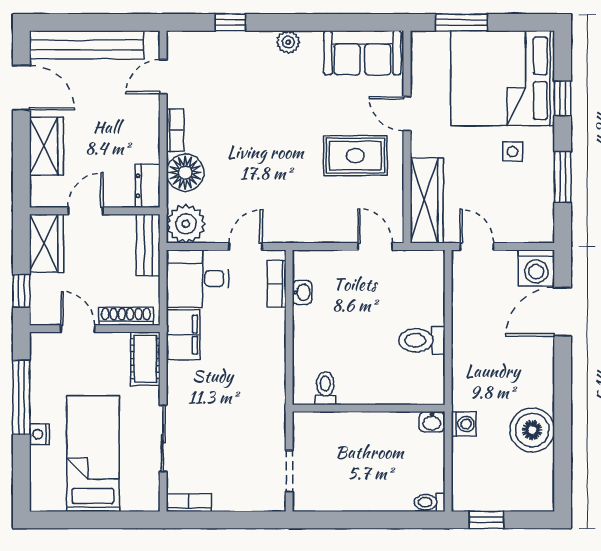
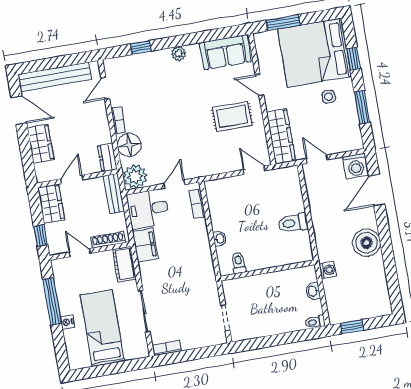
washbasin: (302, 292) -> (220, 239), moved
washbasin: (432, 422) -> (313, 291), moved, turned 90
boiler: (532, 430) -> (367, 243), moved

